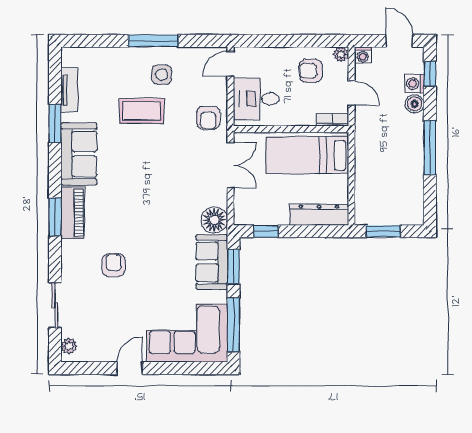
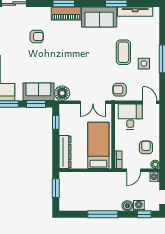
tv unit: (69, 90) -> (135, 12), width x1.41

